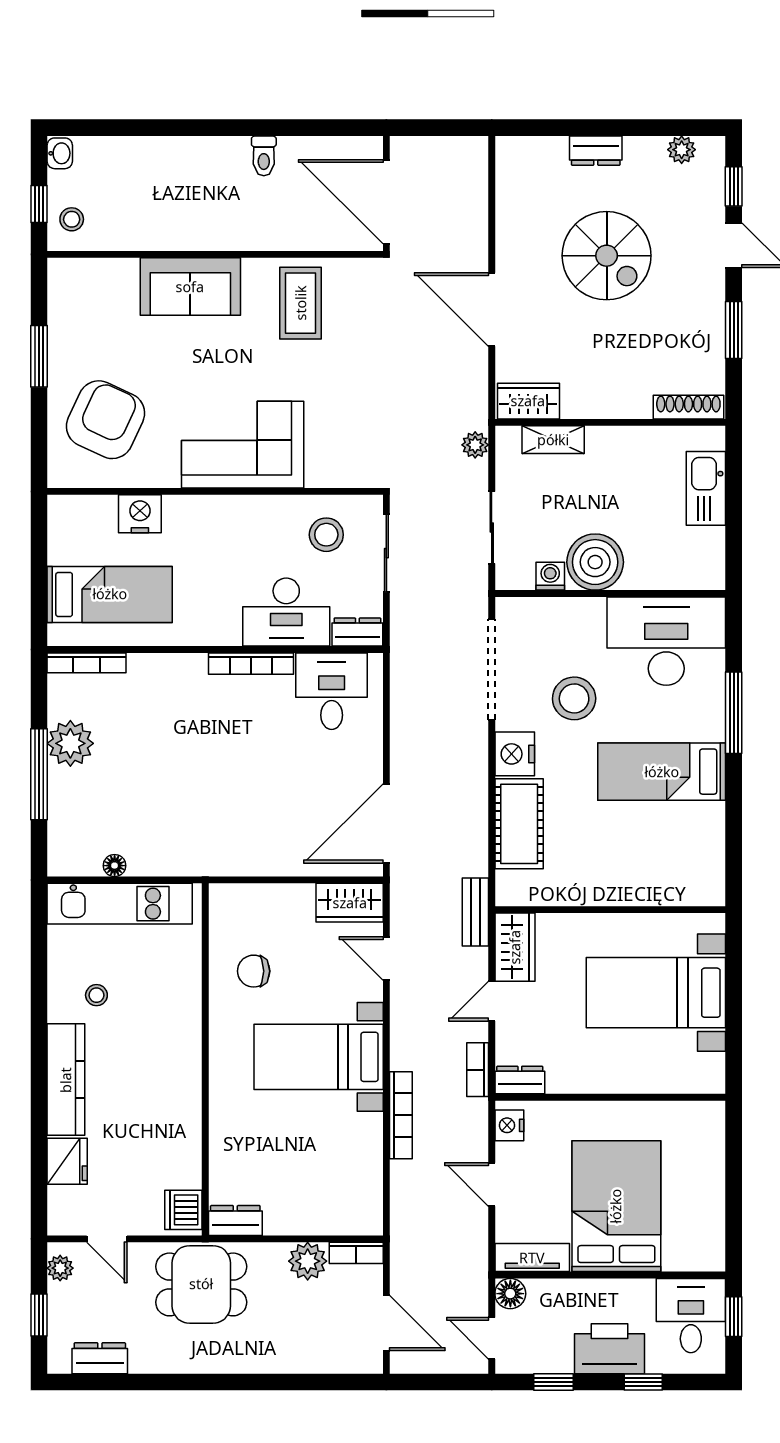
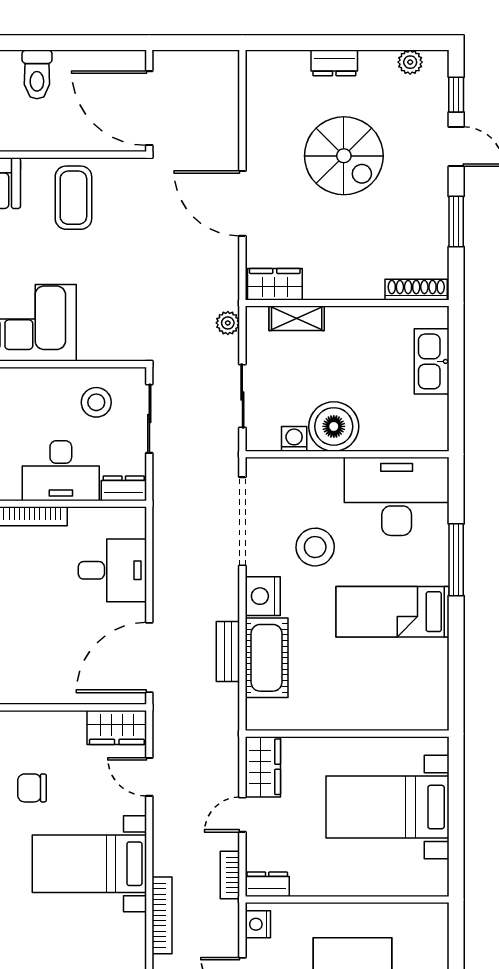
toilet: (264, 156) -> (37, 74), width x1.37, depth x1.39
desk: (332, 691) -> (112, 570), moved, turned 90
bench: (475, 912) -> (228, 652), moved

